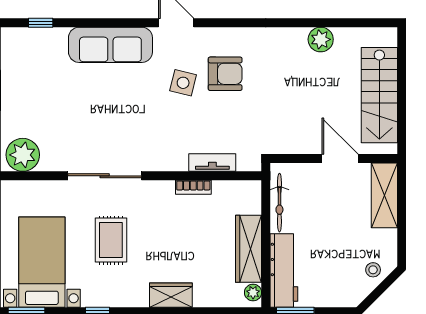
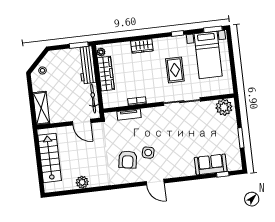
sofa: (110, 45) -> (211, 164), moved, width x0.73
armchair: (225, 74) -> (128, 160), turned -81
door: (340, 159) -> (82, 122), moved

